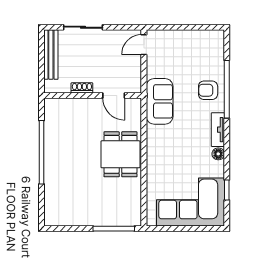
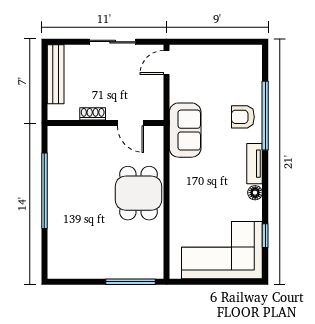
sliding door: (83, 27) -> (113, 42), moved

